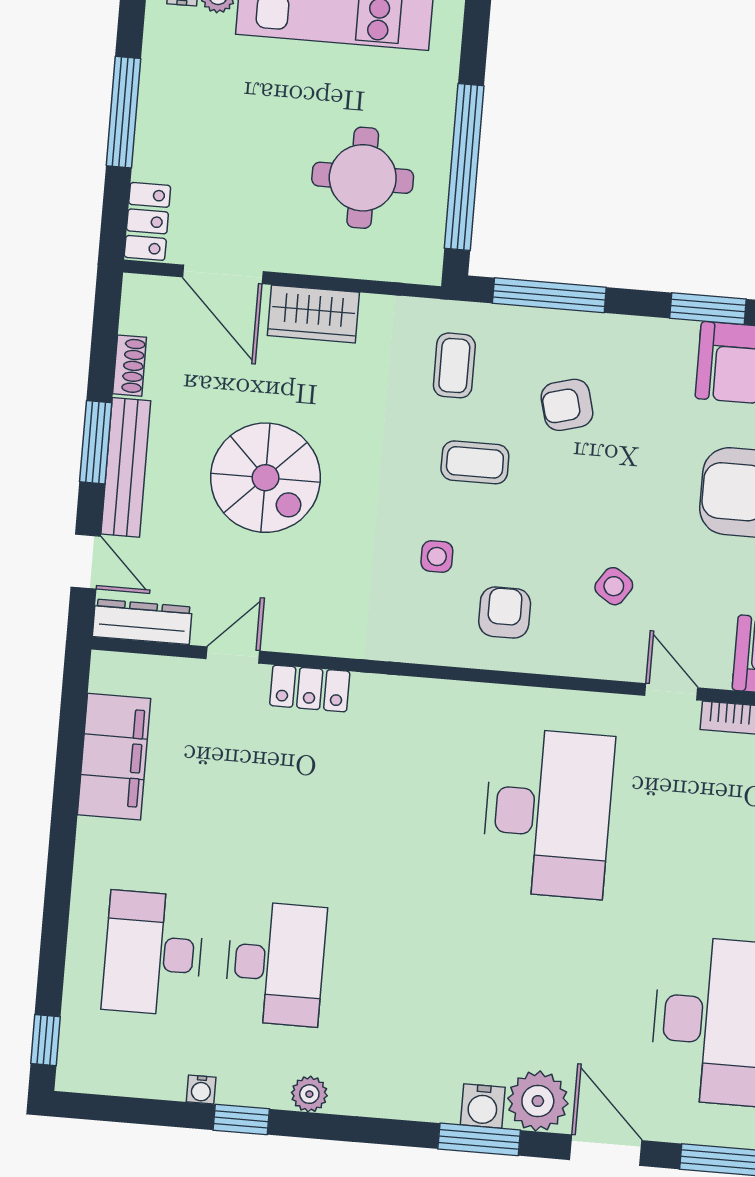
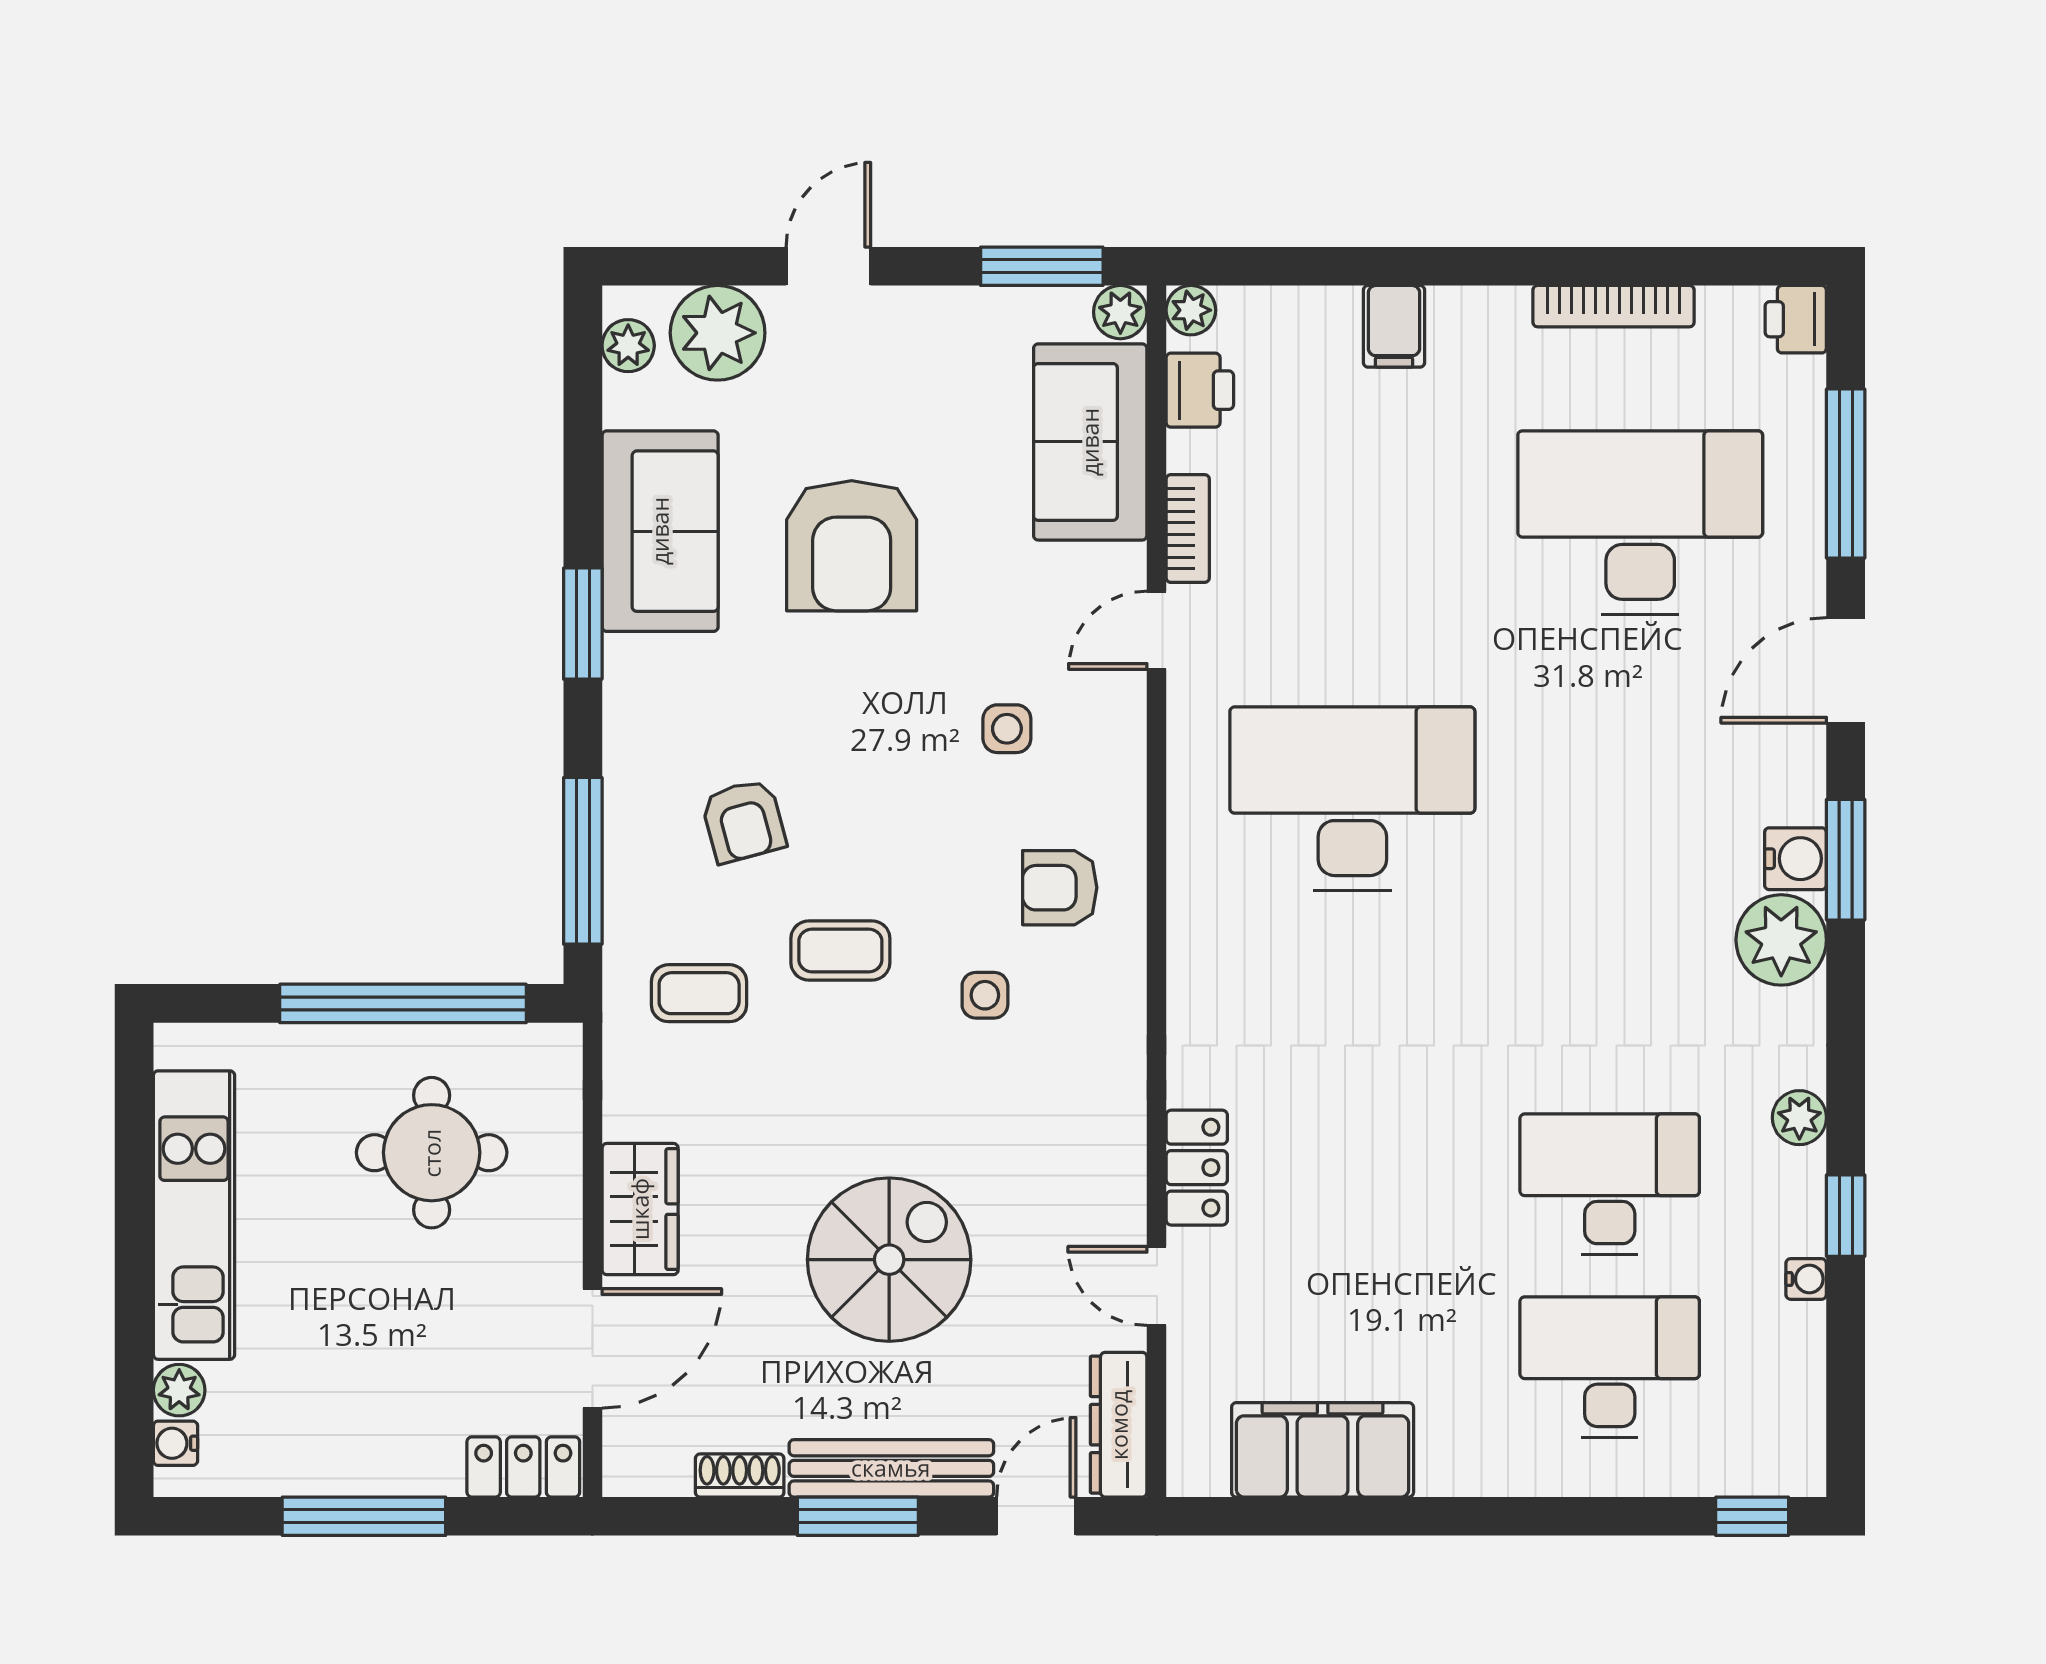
coffee table: (475, 462) -> (840, 950), turned 90
side table: (614, 586) -> (1007, 729), turned -34
desk: (153, 953) -> (1610, 1367), turned 180
plant: (538, 1101) -> (1781, 940), moved

